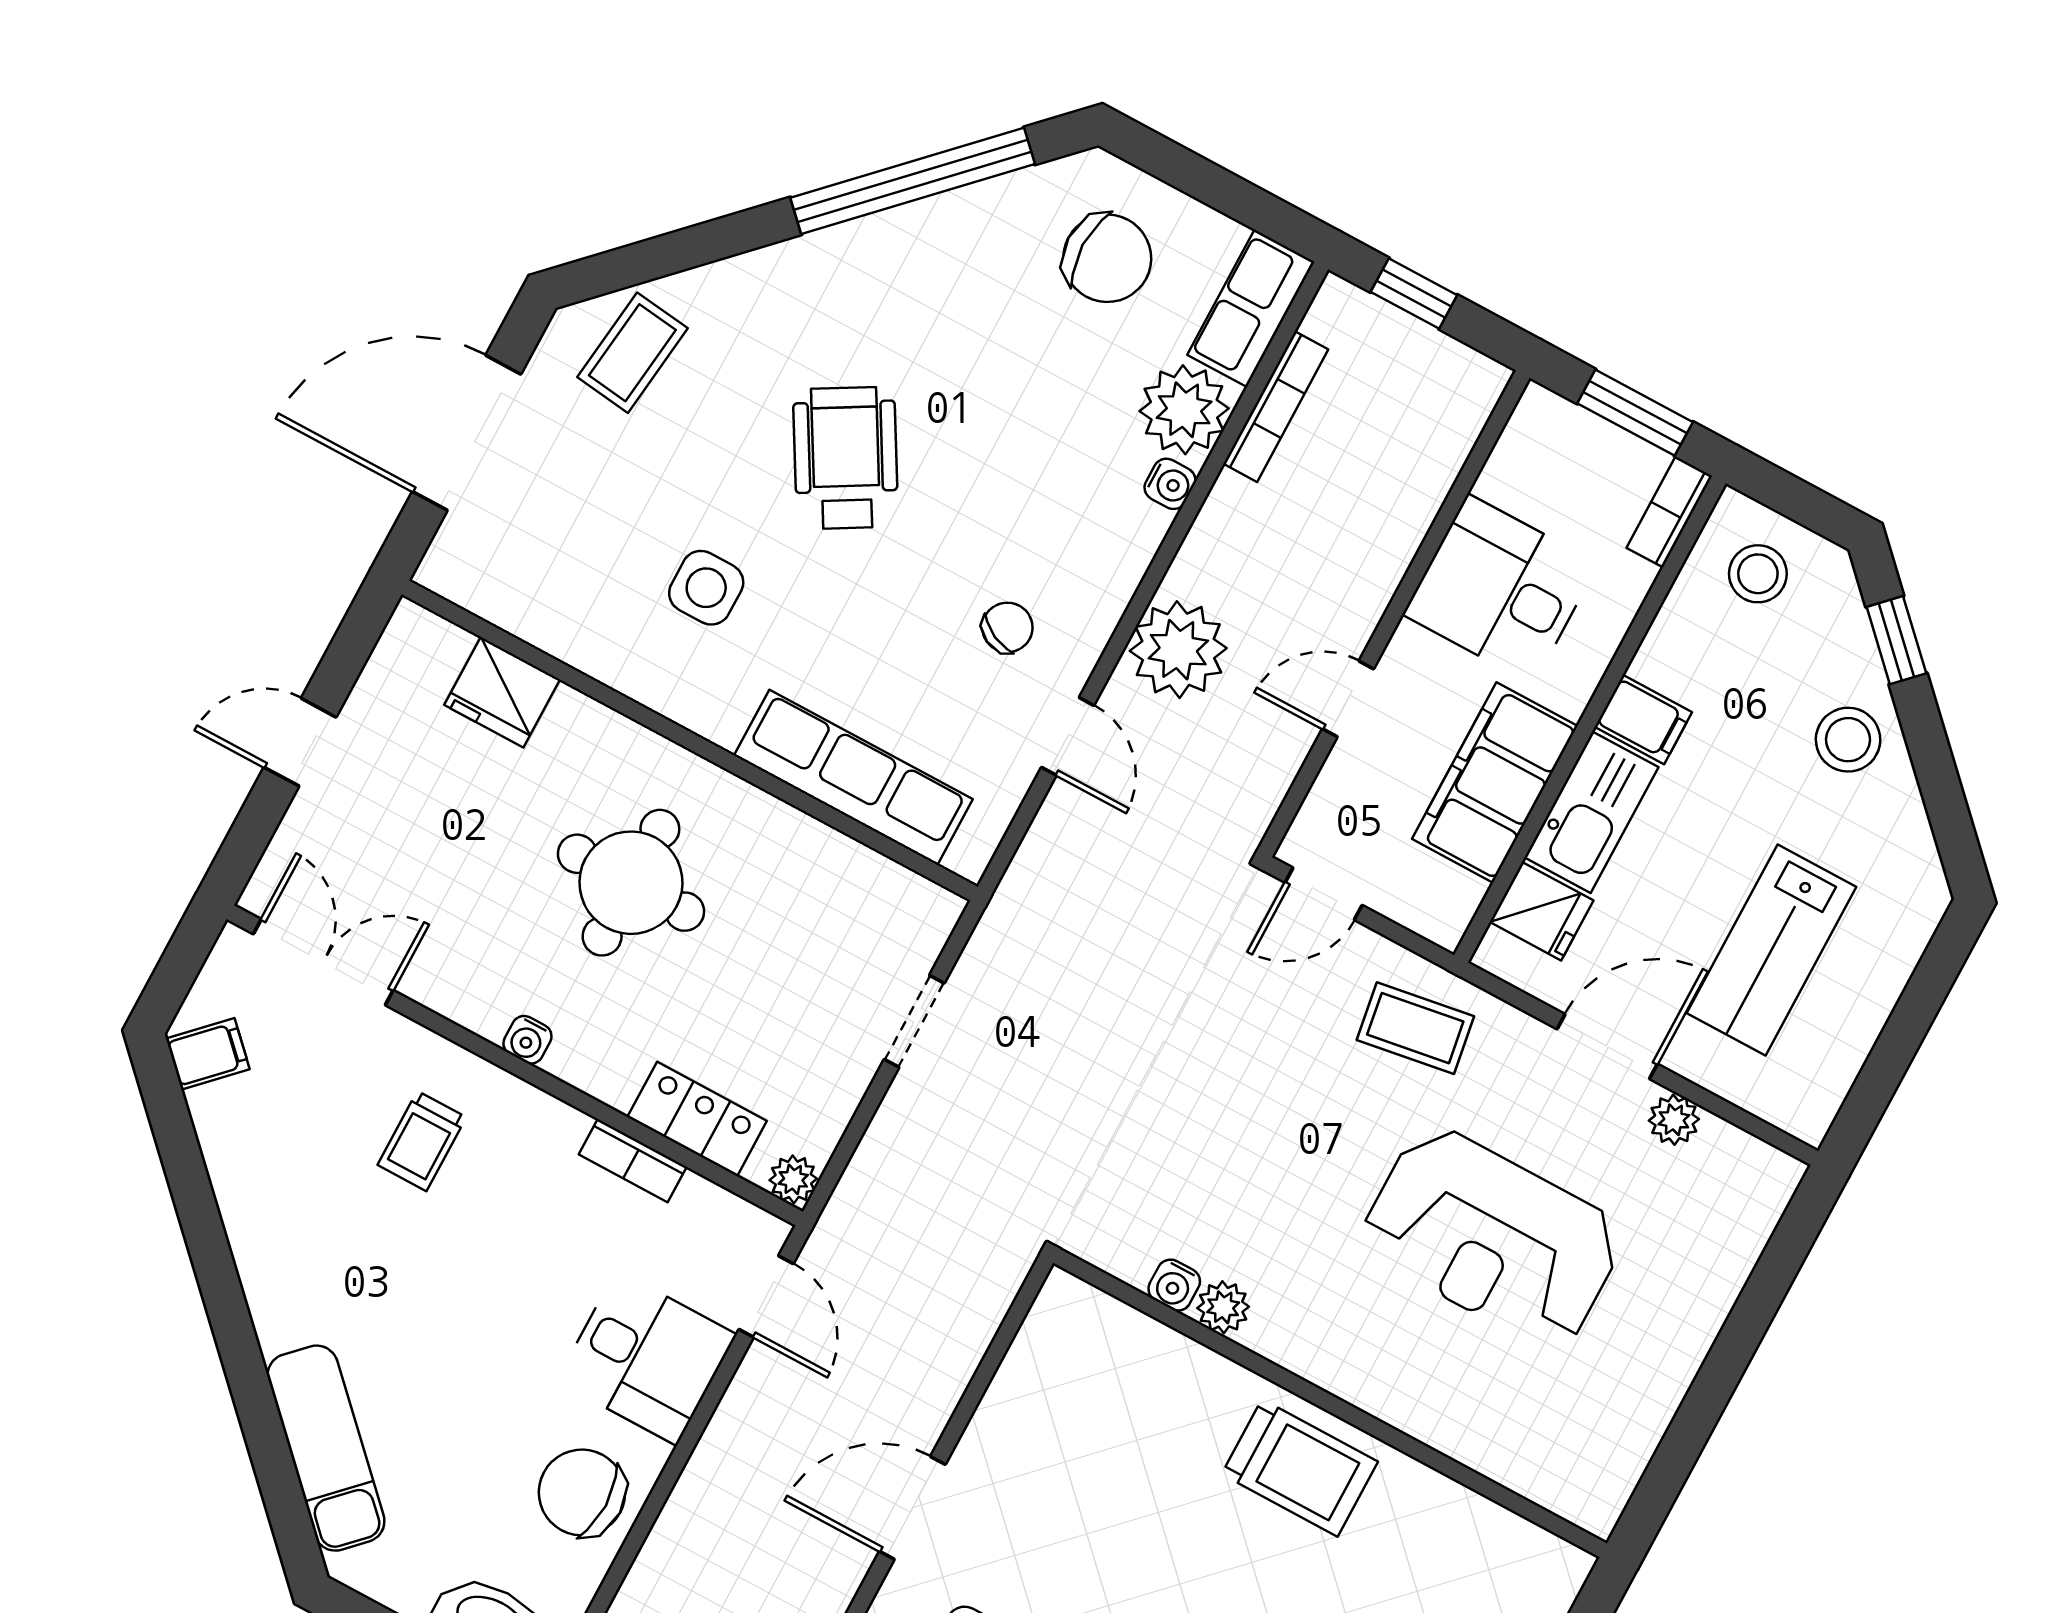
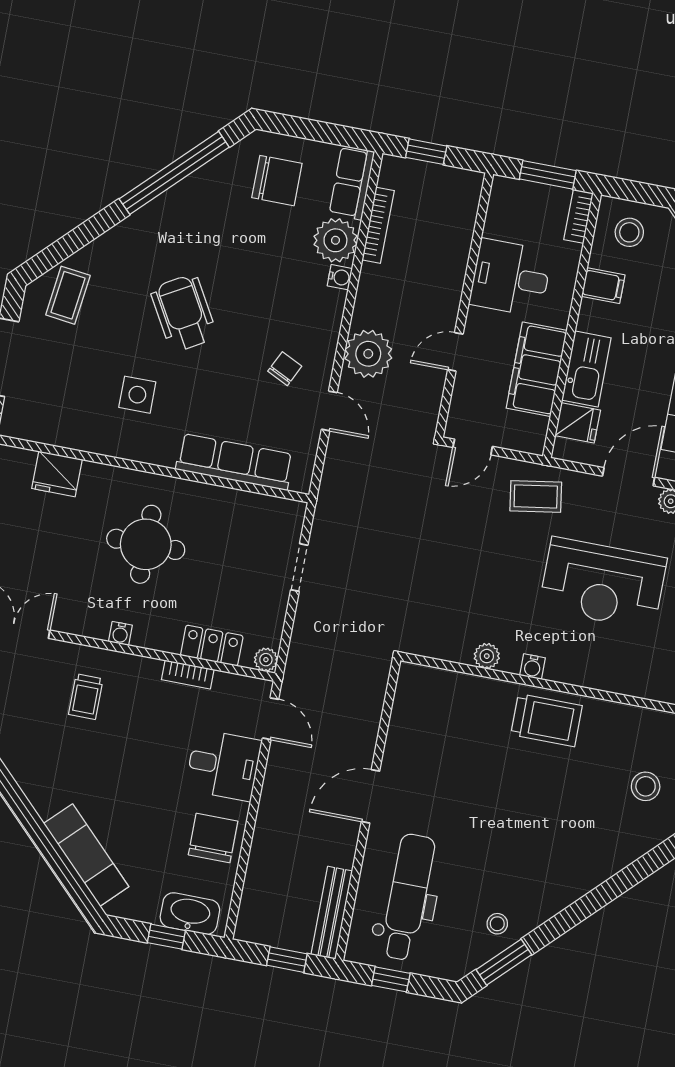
filing cabinet: (1643, 720) -> (603, 286), moved
water cooler: (1174, 1285) -> (533, 667), moved
chair: (582, 1492) -> (213, 838), turned 90

